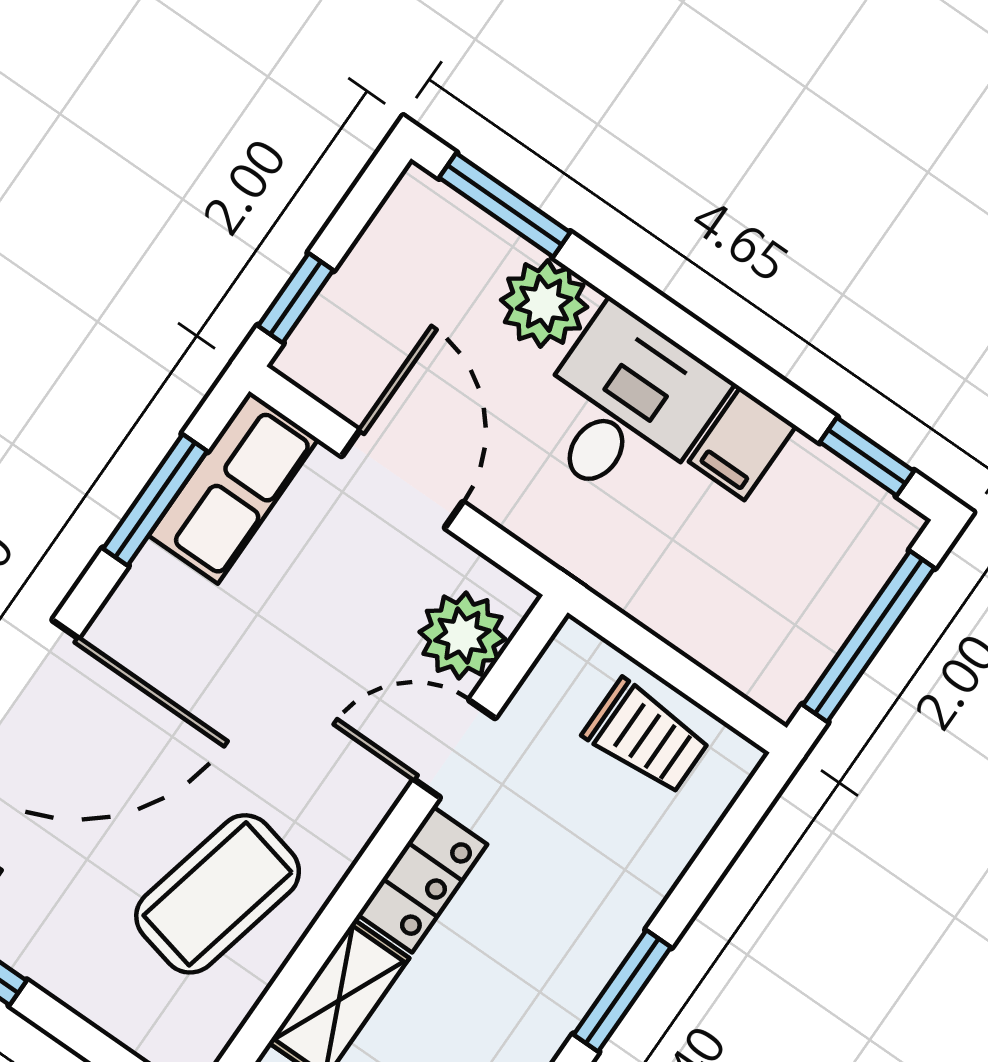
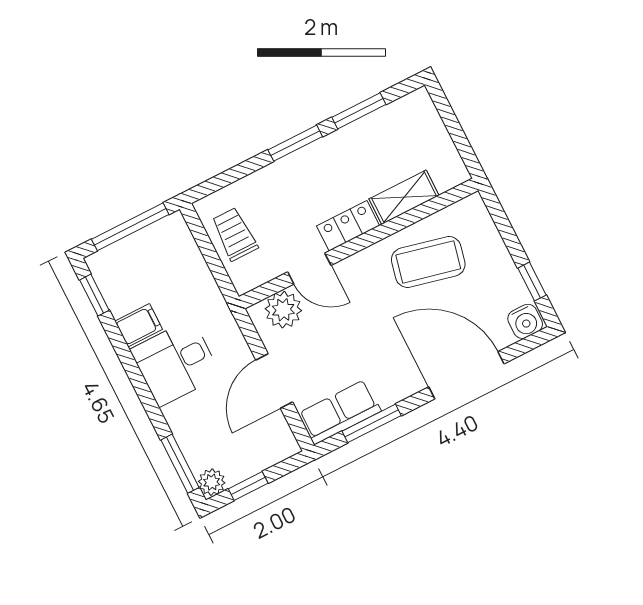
window: (296, 298) -> (248, 486), moved
plant: (544, 304) -> (212, 482), moved, width x0.73, depth x0.73

